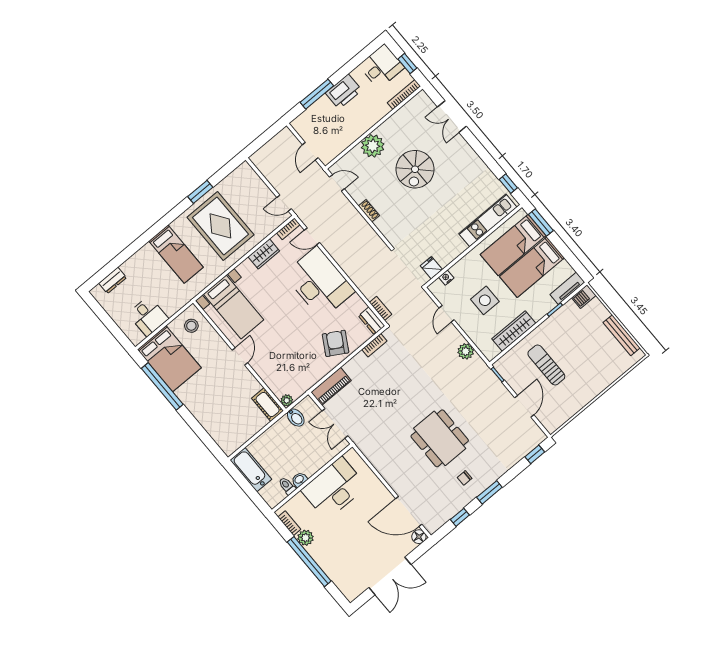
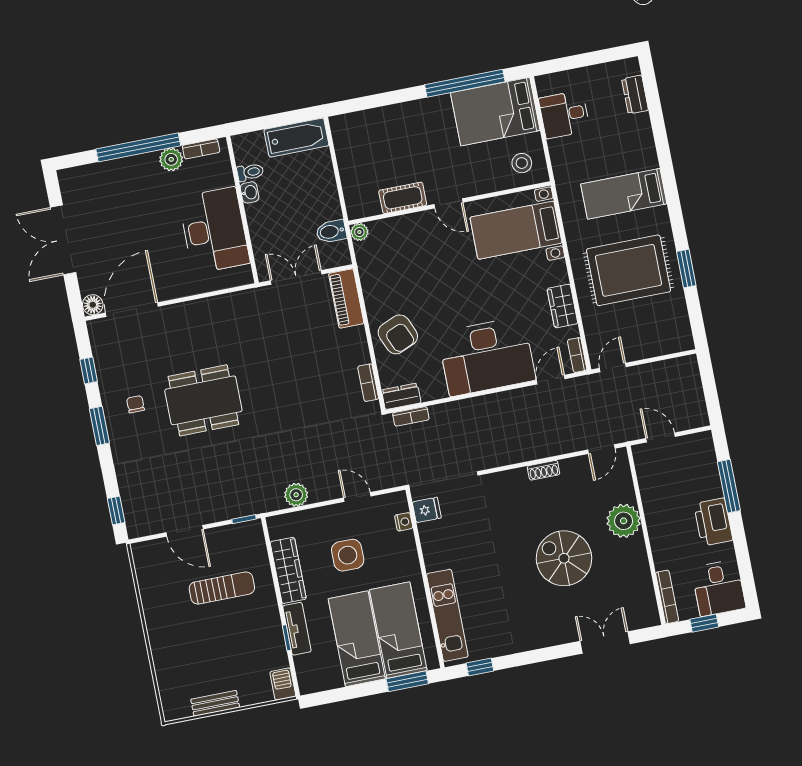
tv unit: (567, 288) -> (297, 629), moved
bench: (622, 335) -> (215, 703), width x0.73
armchair: (336, 343) -> (398, 334), turned 37
cot: (268, 405) -> (403, 198), moved

